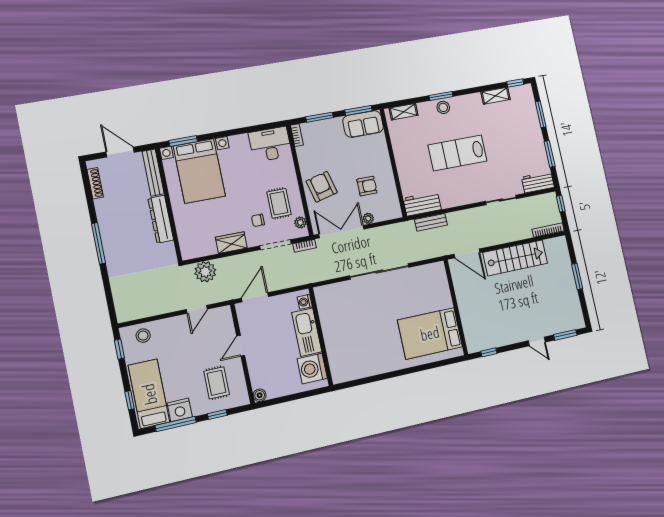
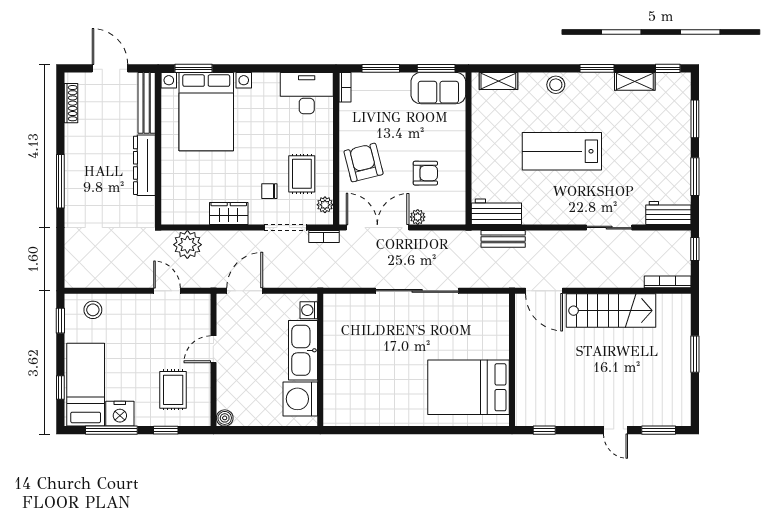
window: (441, 96) -> (597, 68), moved
door: (197, 309) -> (167, 291), swing flipped

